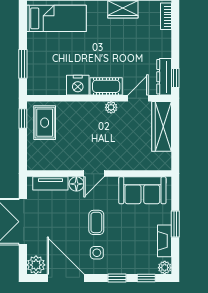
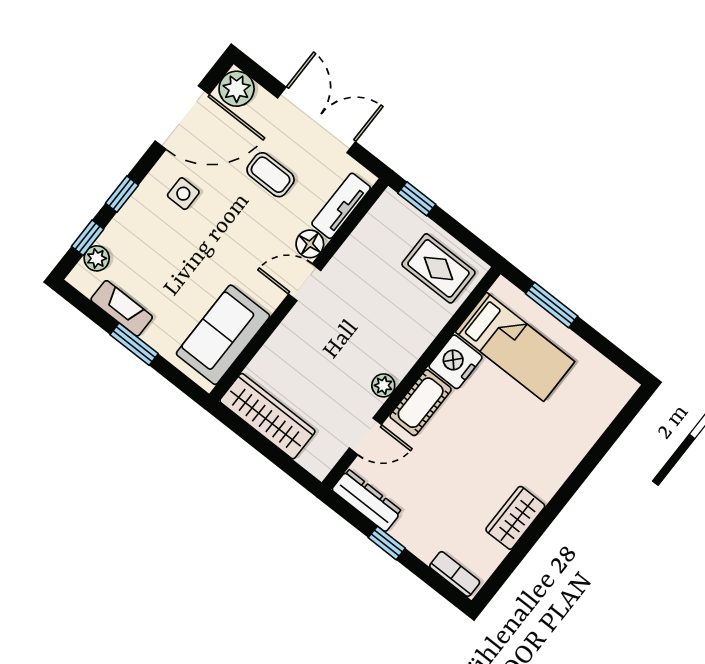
bed: (56, 18) -> (515, 347), moved, turned -90
window: (175, 78) -> (387, 543), moved
door: (138, 98) -> (365, 436), hinge flipped
window: (23, 118) -> (417, 199), moved
wardrobe: (162, 126) -> (267, 416), moved
door: (94, 174) -> (305, 282), hinge flipped
coffee table: (96, 222) -> (271, 175), moved
plant: (165, 268) -> (97, 258), moved

